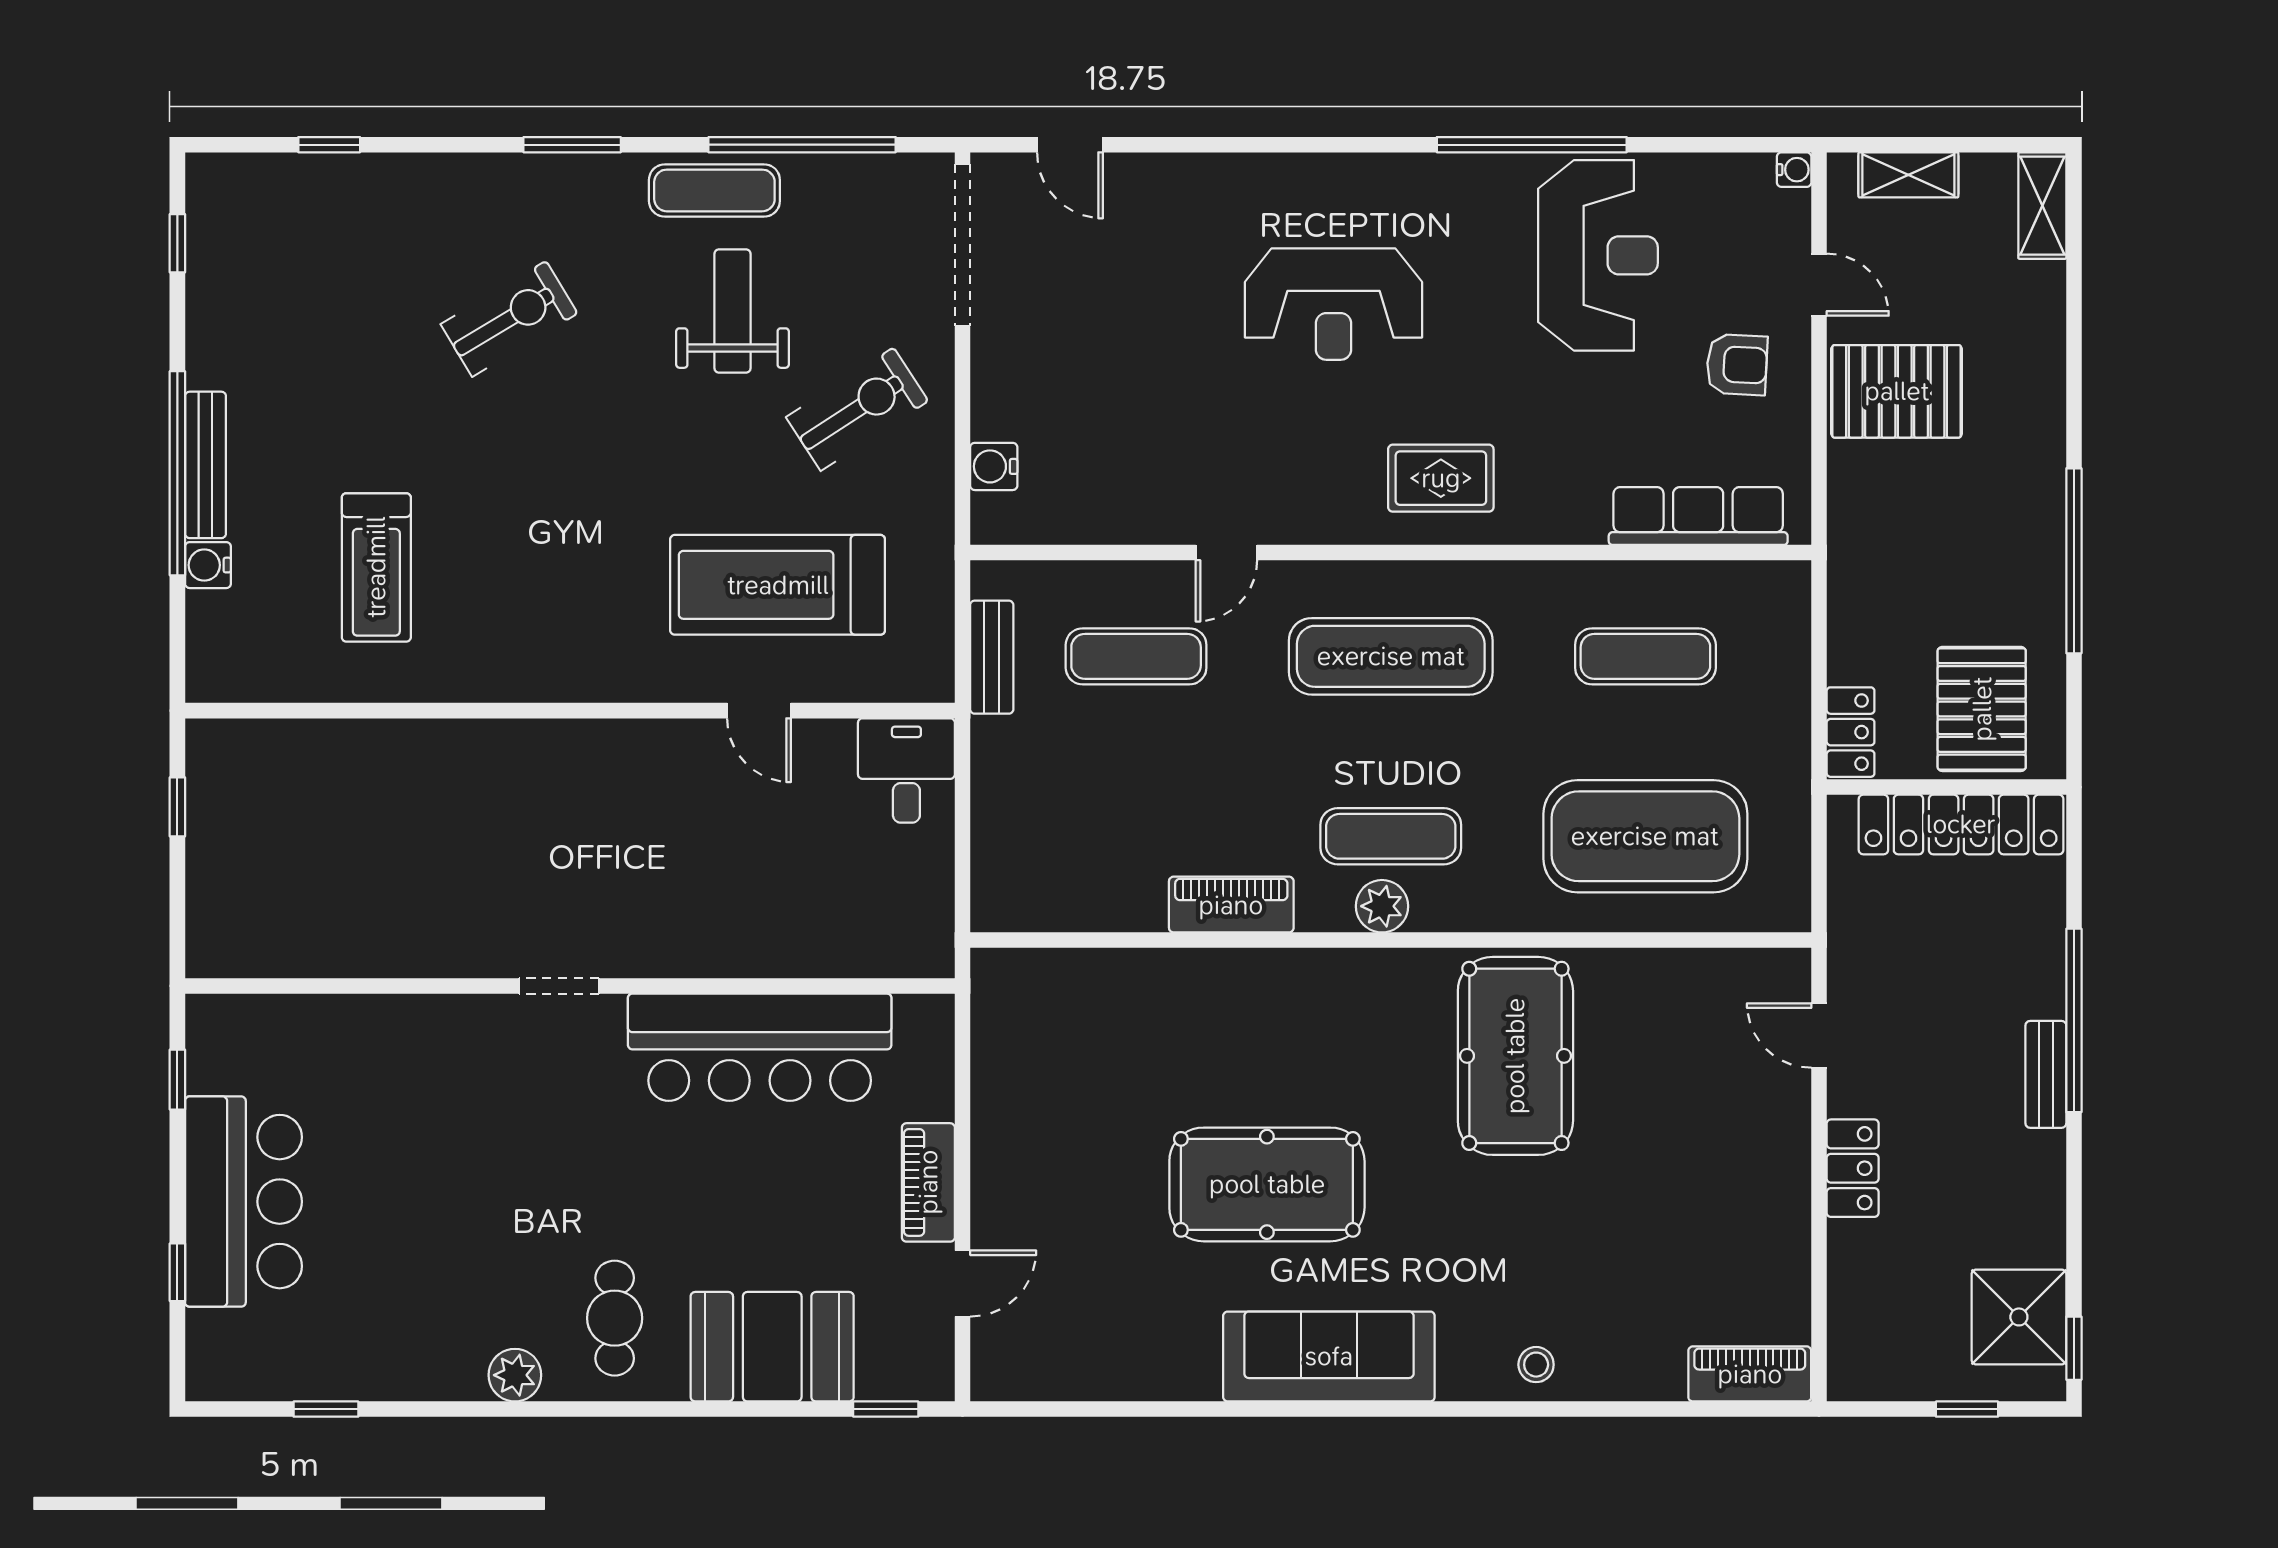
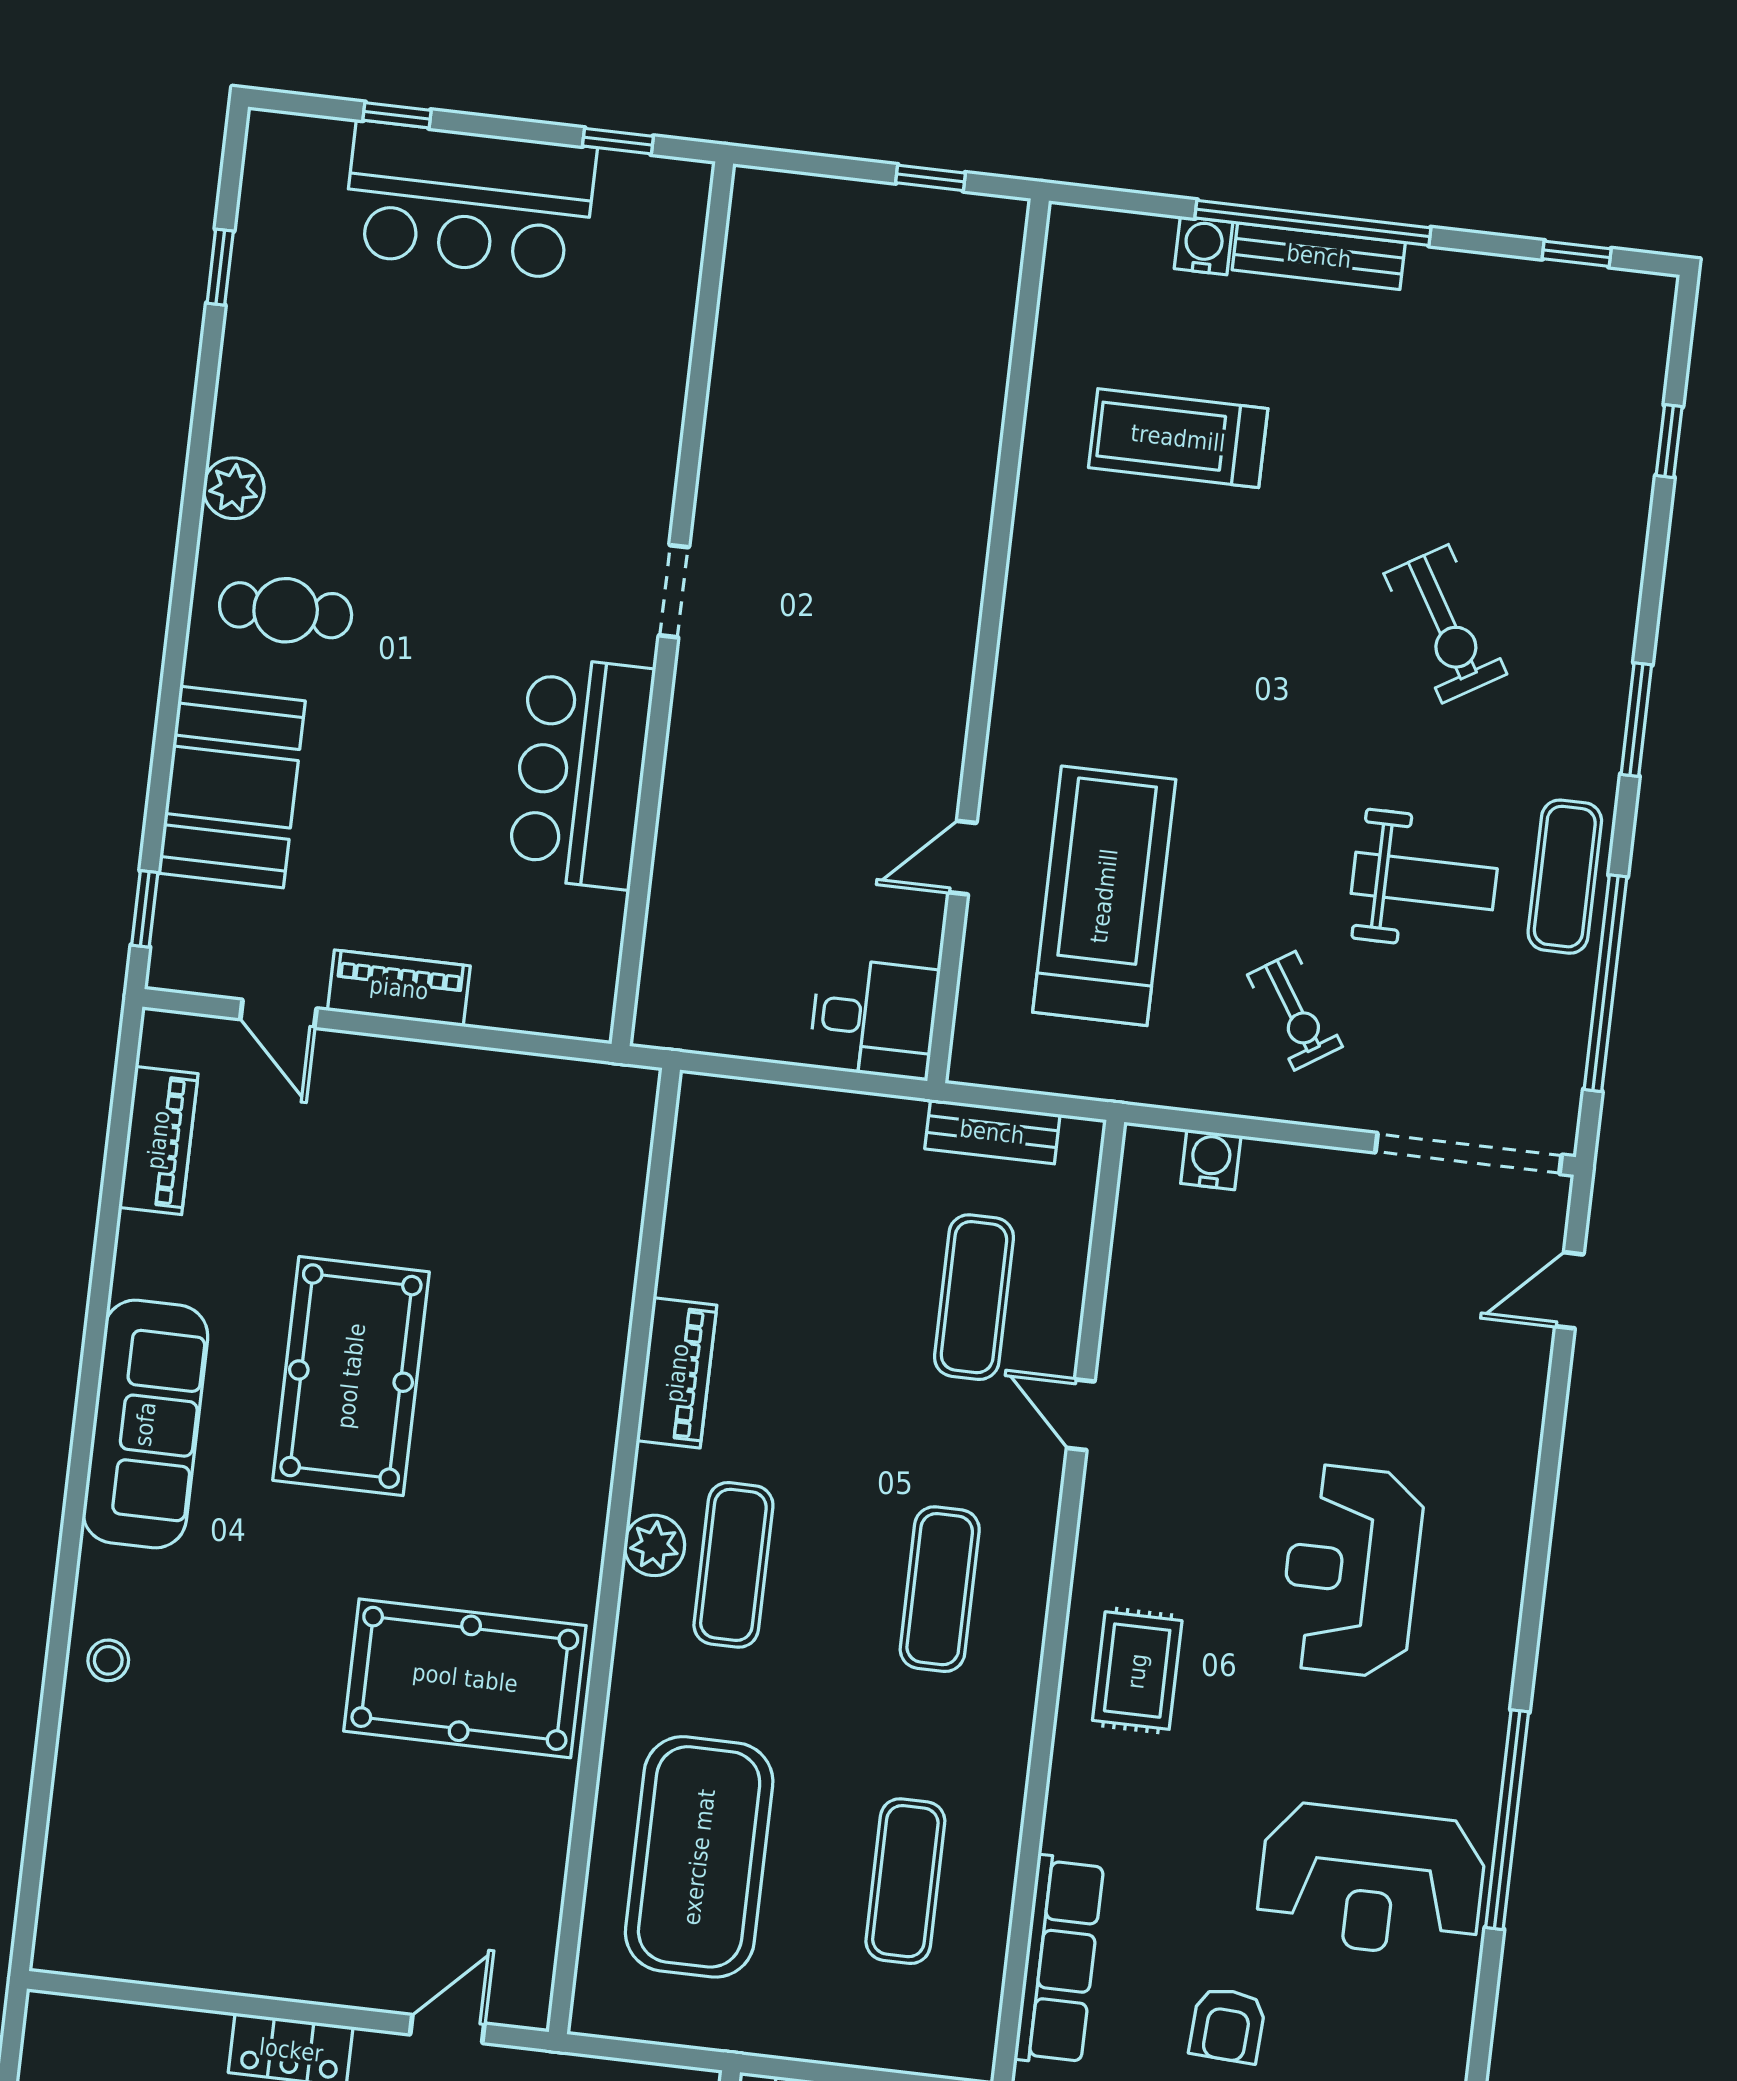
exercise bike: (857, 409) -> (1295, 1011), width x0.73, depth x0.72
exercise mat: (1391, 656) -> (940, 1589), width x0.73, depth x0.69
bar counter: (760, 1047) -> (581, 773), width x0.73
piano: (1750, 1374) -> (158, 1140), moved

